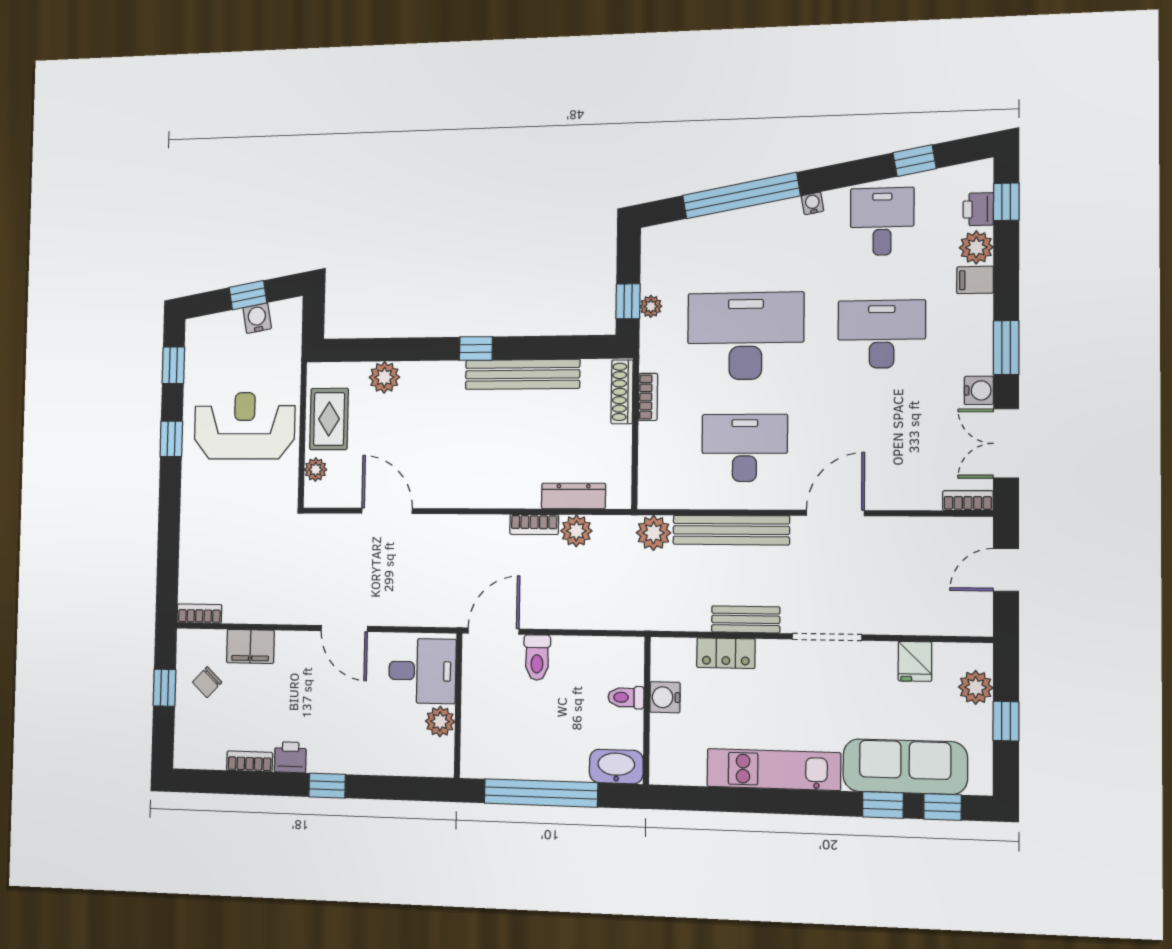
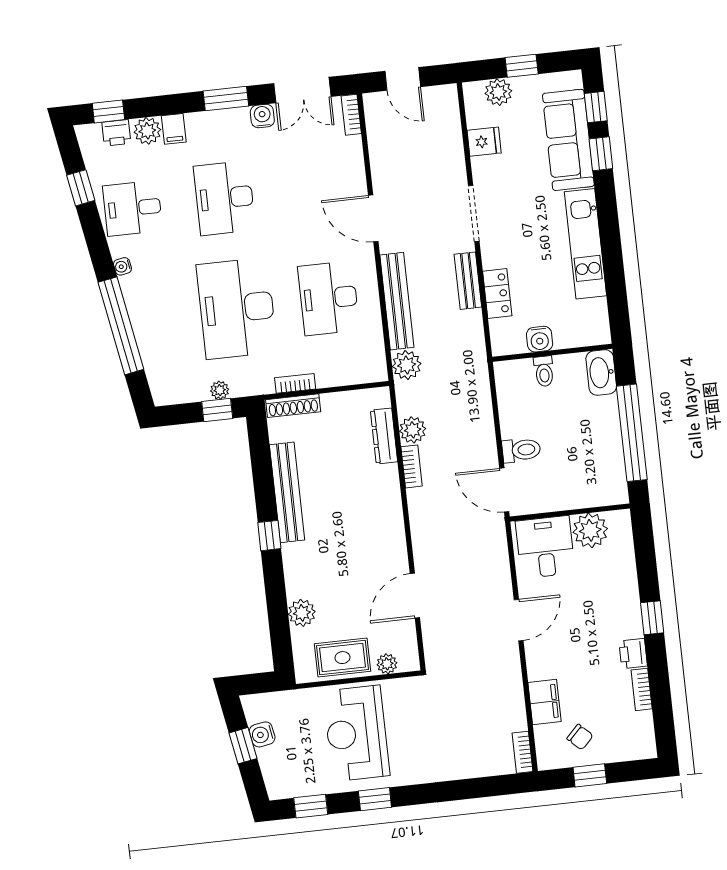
plant: (440, 721) -> (590, 530), width x1.36, depth x1.36

